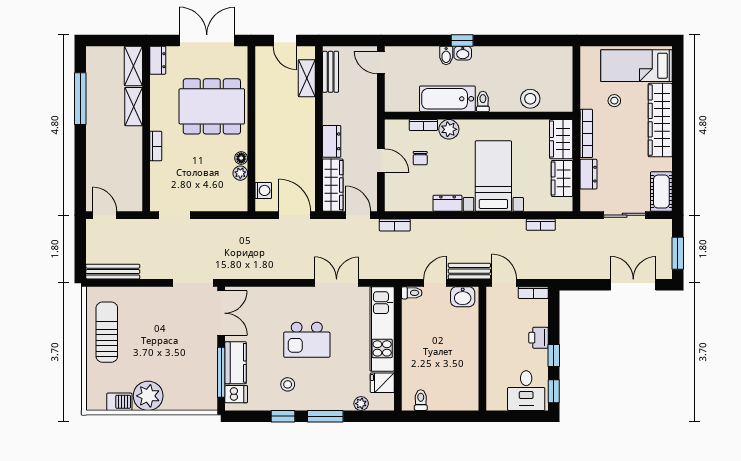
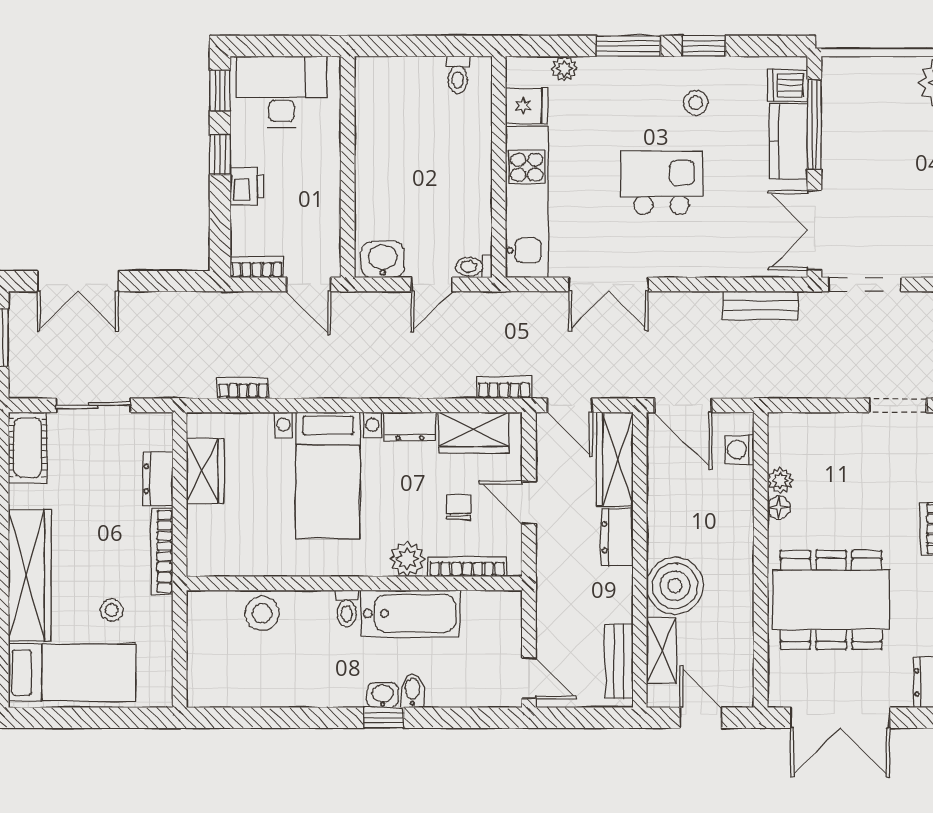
boiler: (299, 114) -> (675, 586), added
bookcase: (423, 125) -> (467, 567), width x1.56
wardrobe: (561, 139) -> (474, 433), moved, turned 90
bench: (469, 271) -> (760, 305), moved
desk: (526, 391) -> (282, 92), width x1.37

